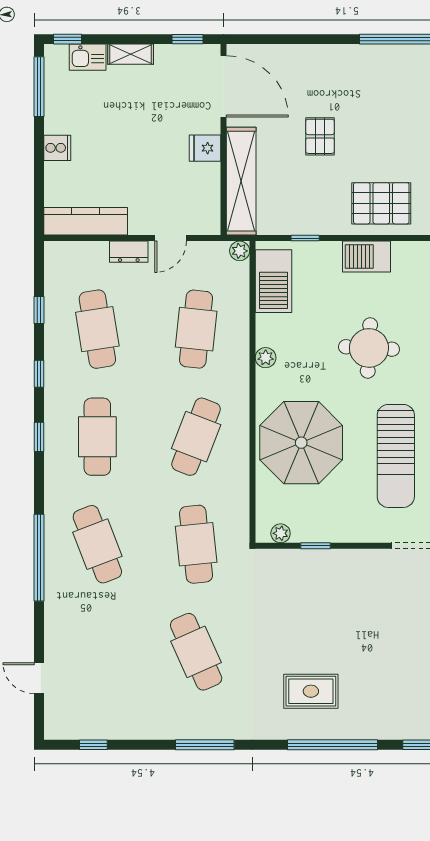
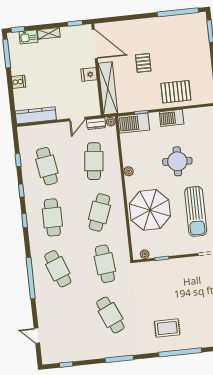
dresser: (129, 252) -> (96, 124), moved
barbecue: (273, 281) -> (134, 123), moved, turned 90

